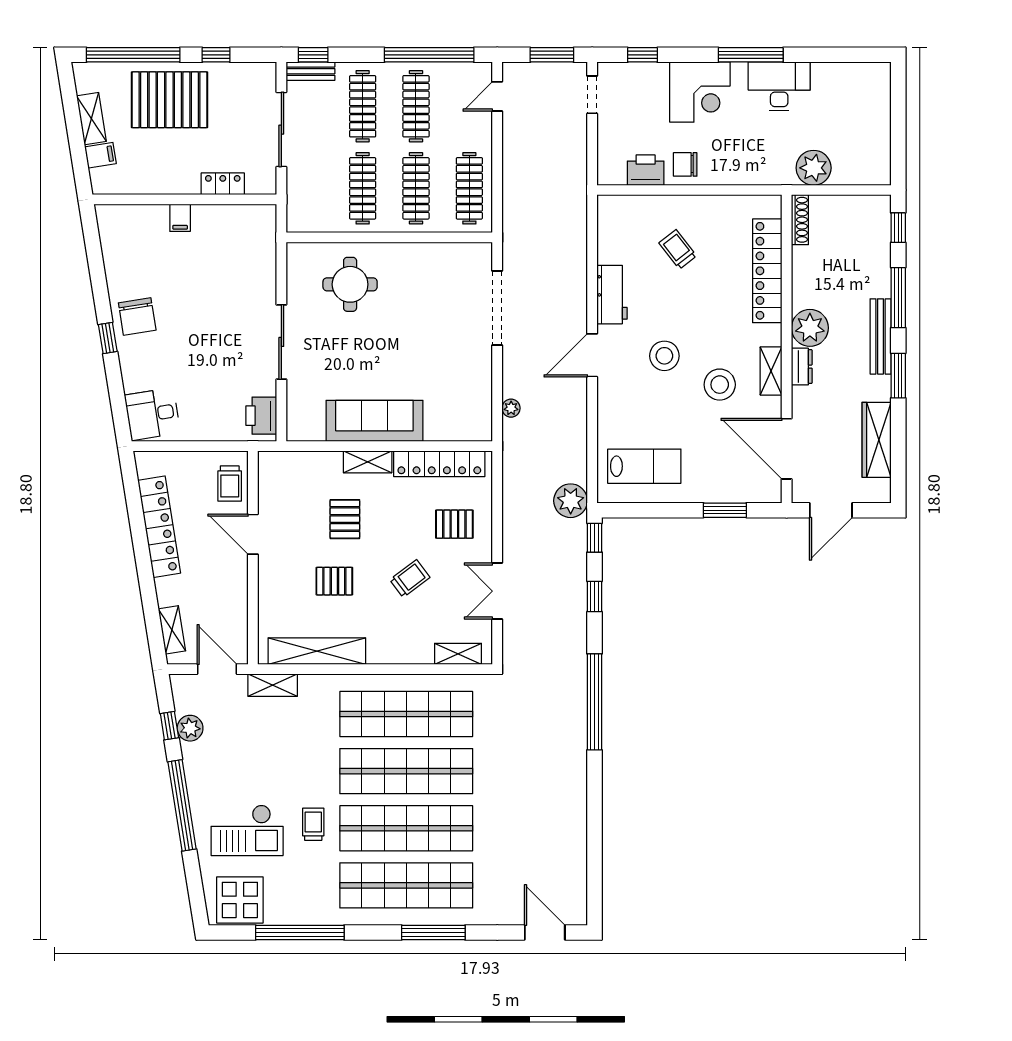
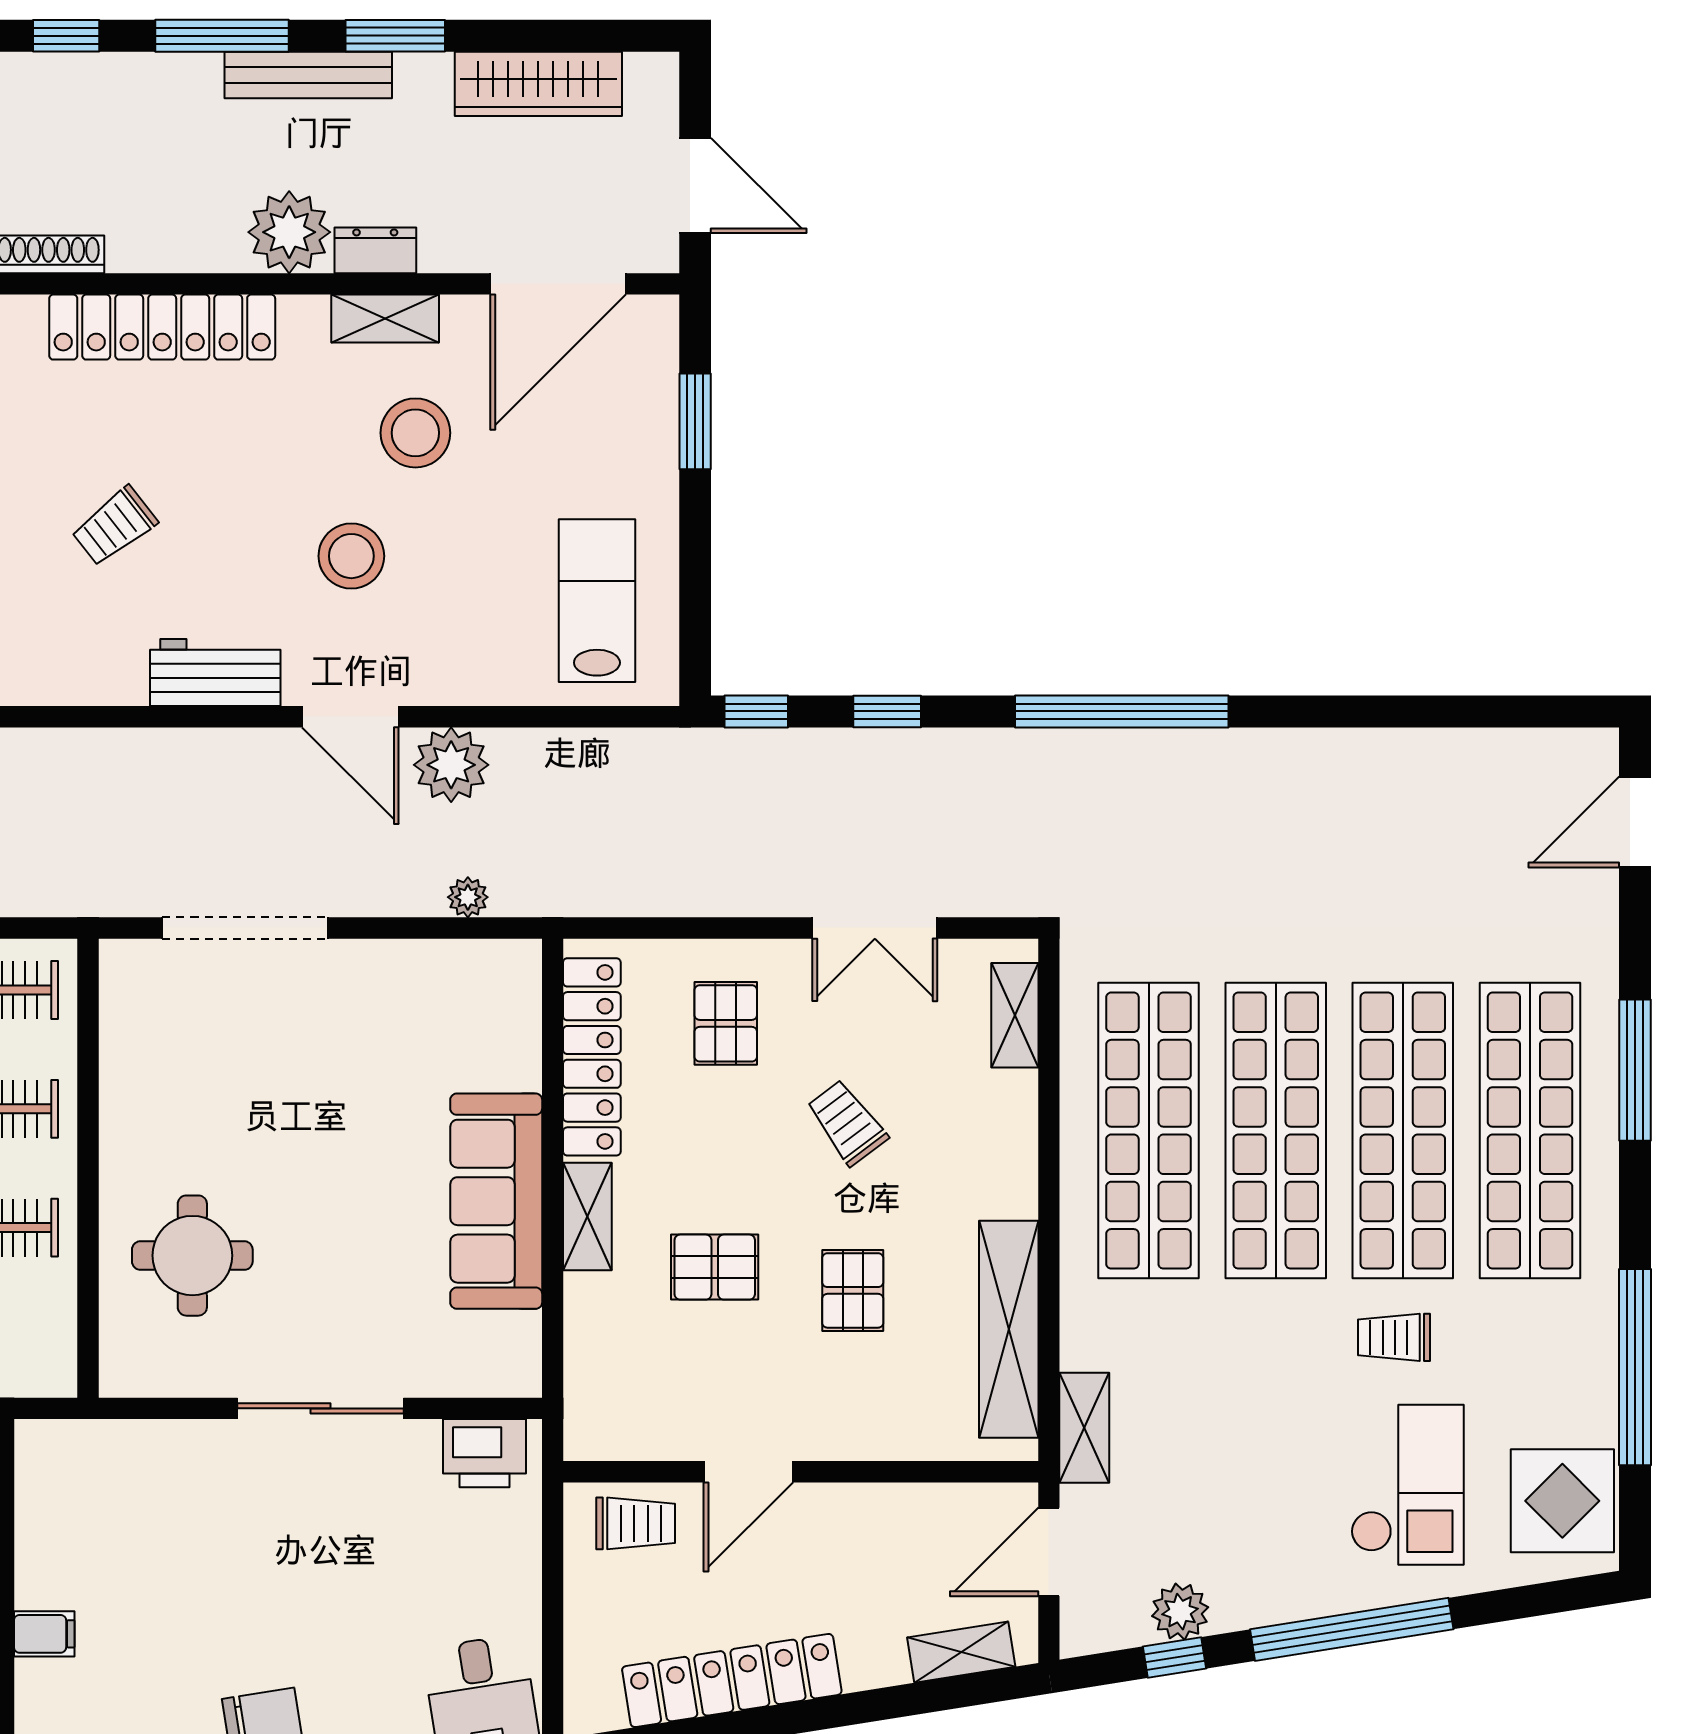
plant: (571, 501) -> (451, 765), moved

